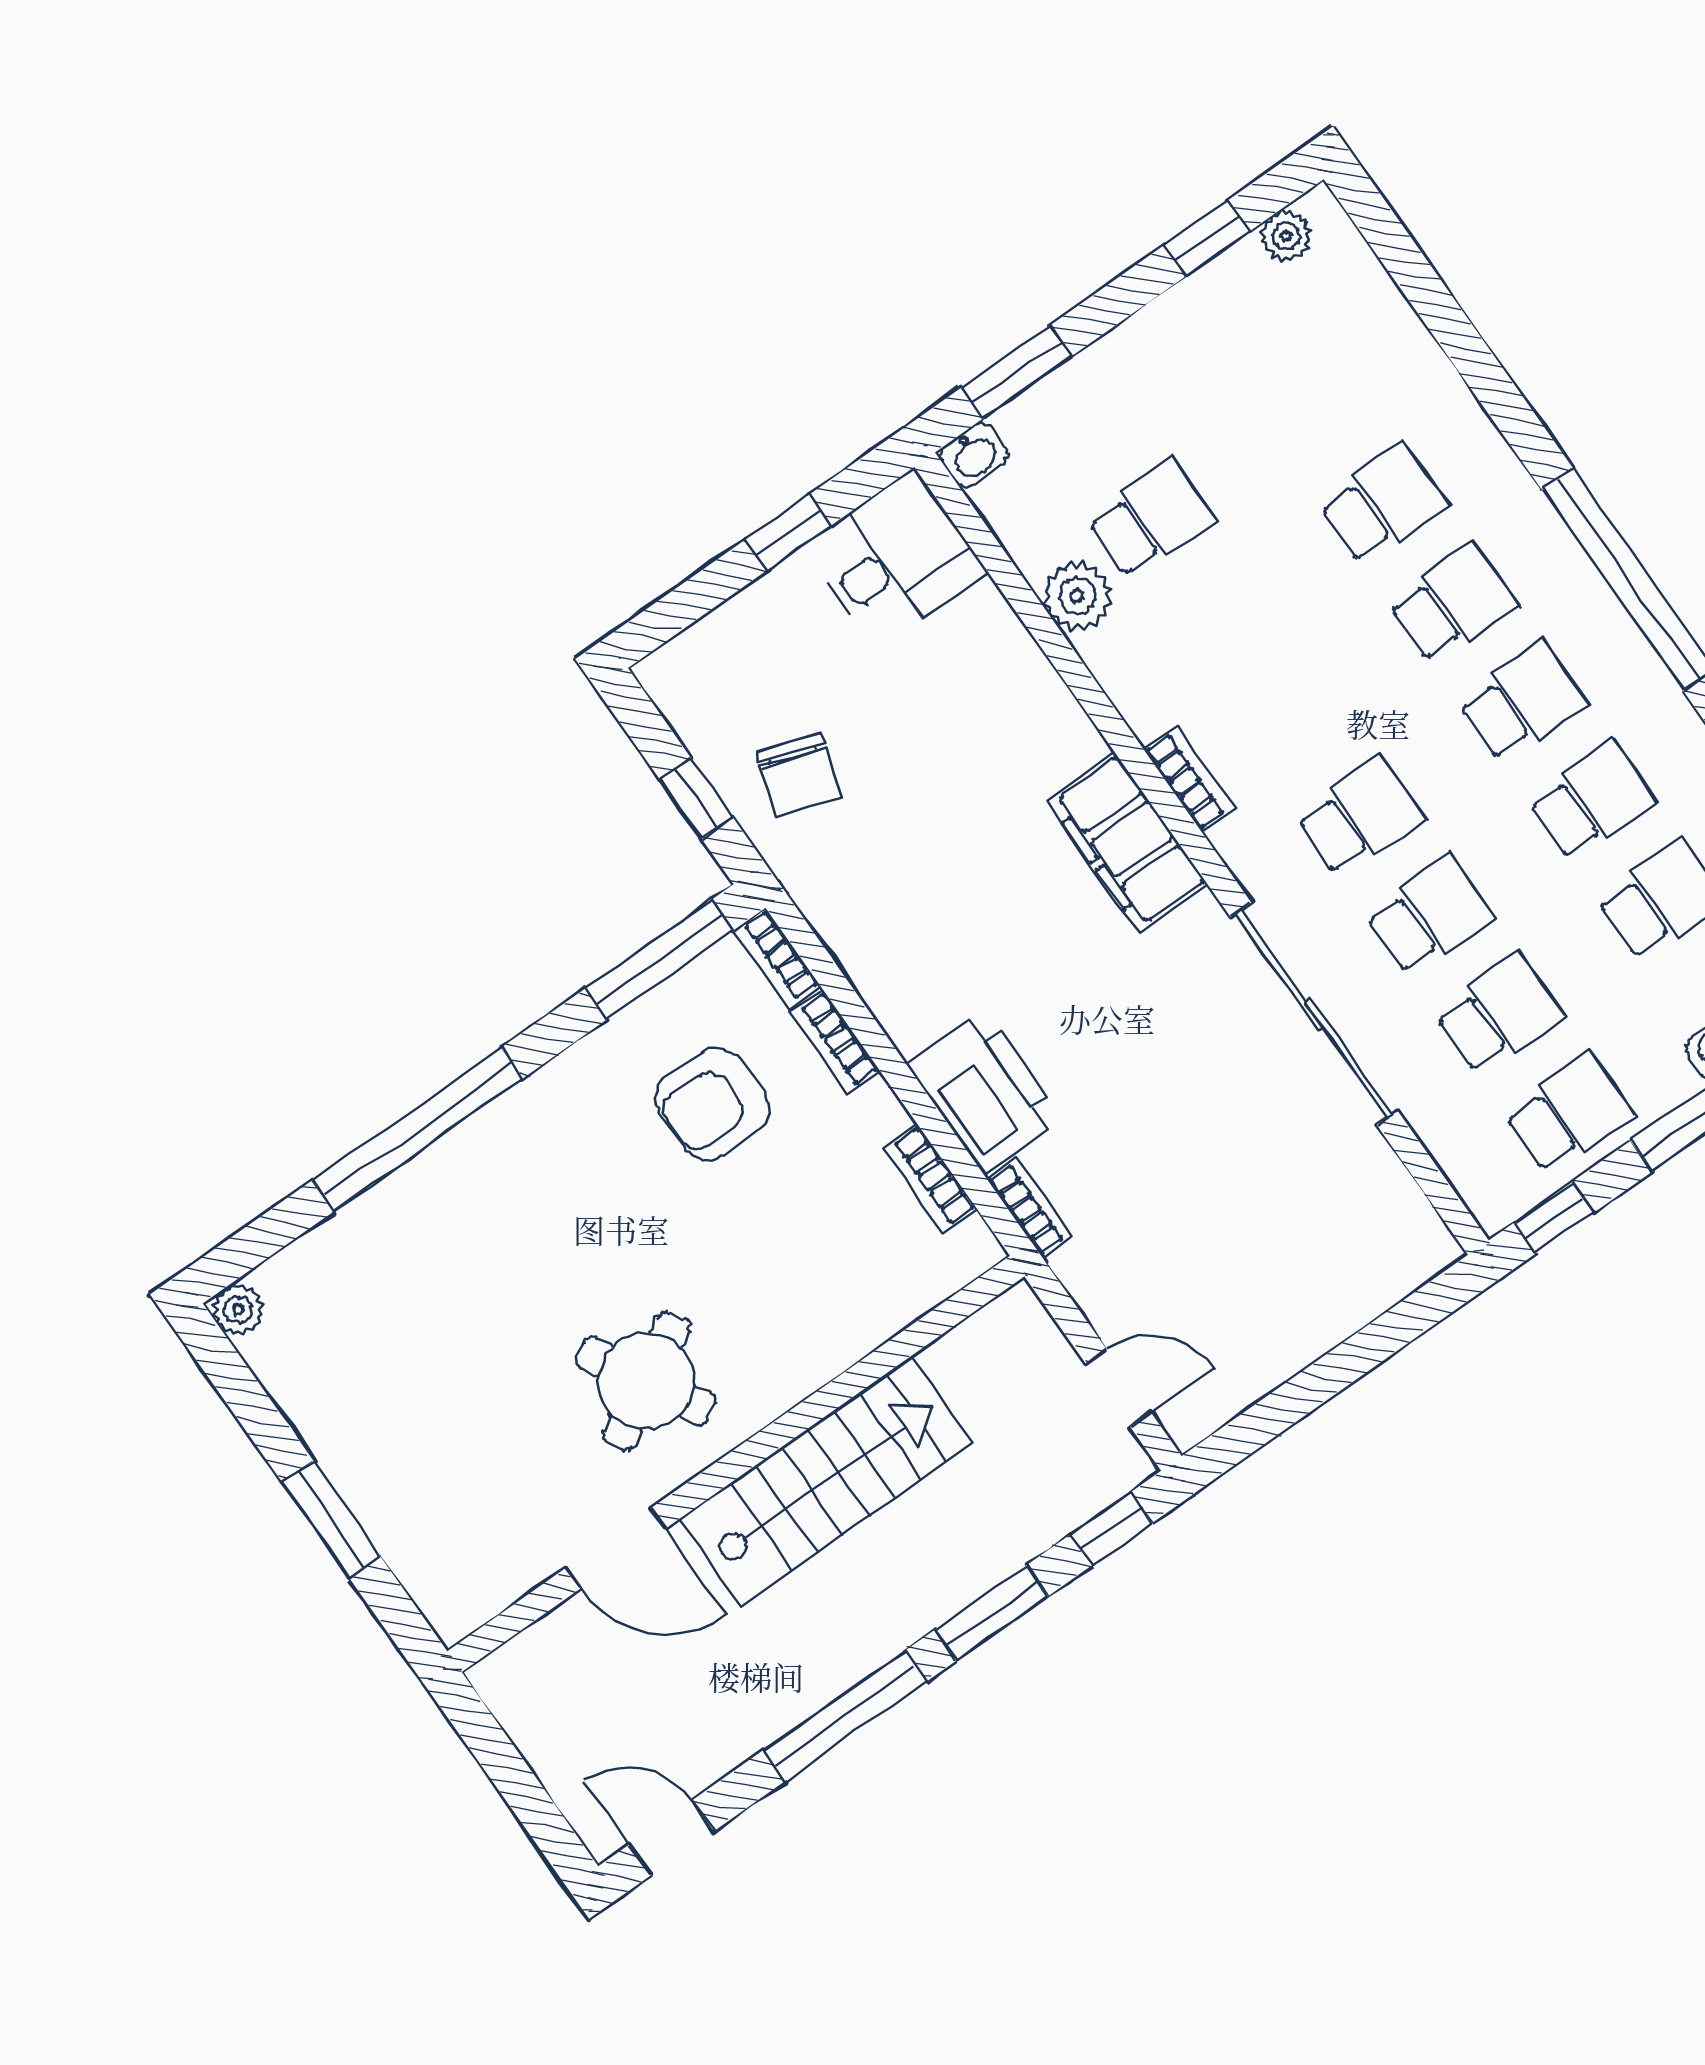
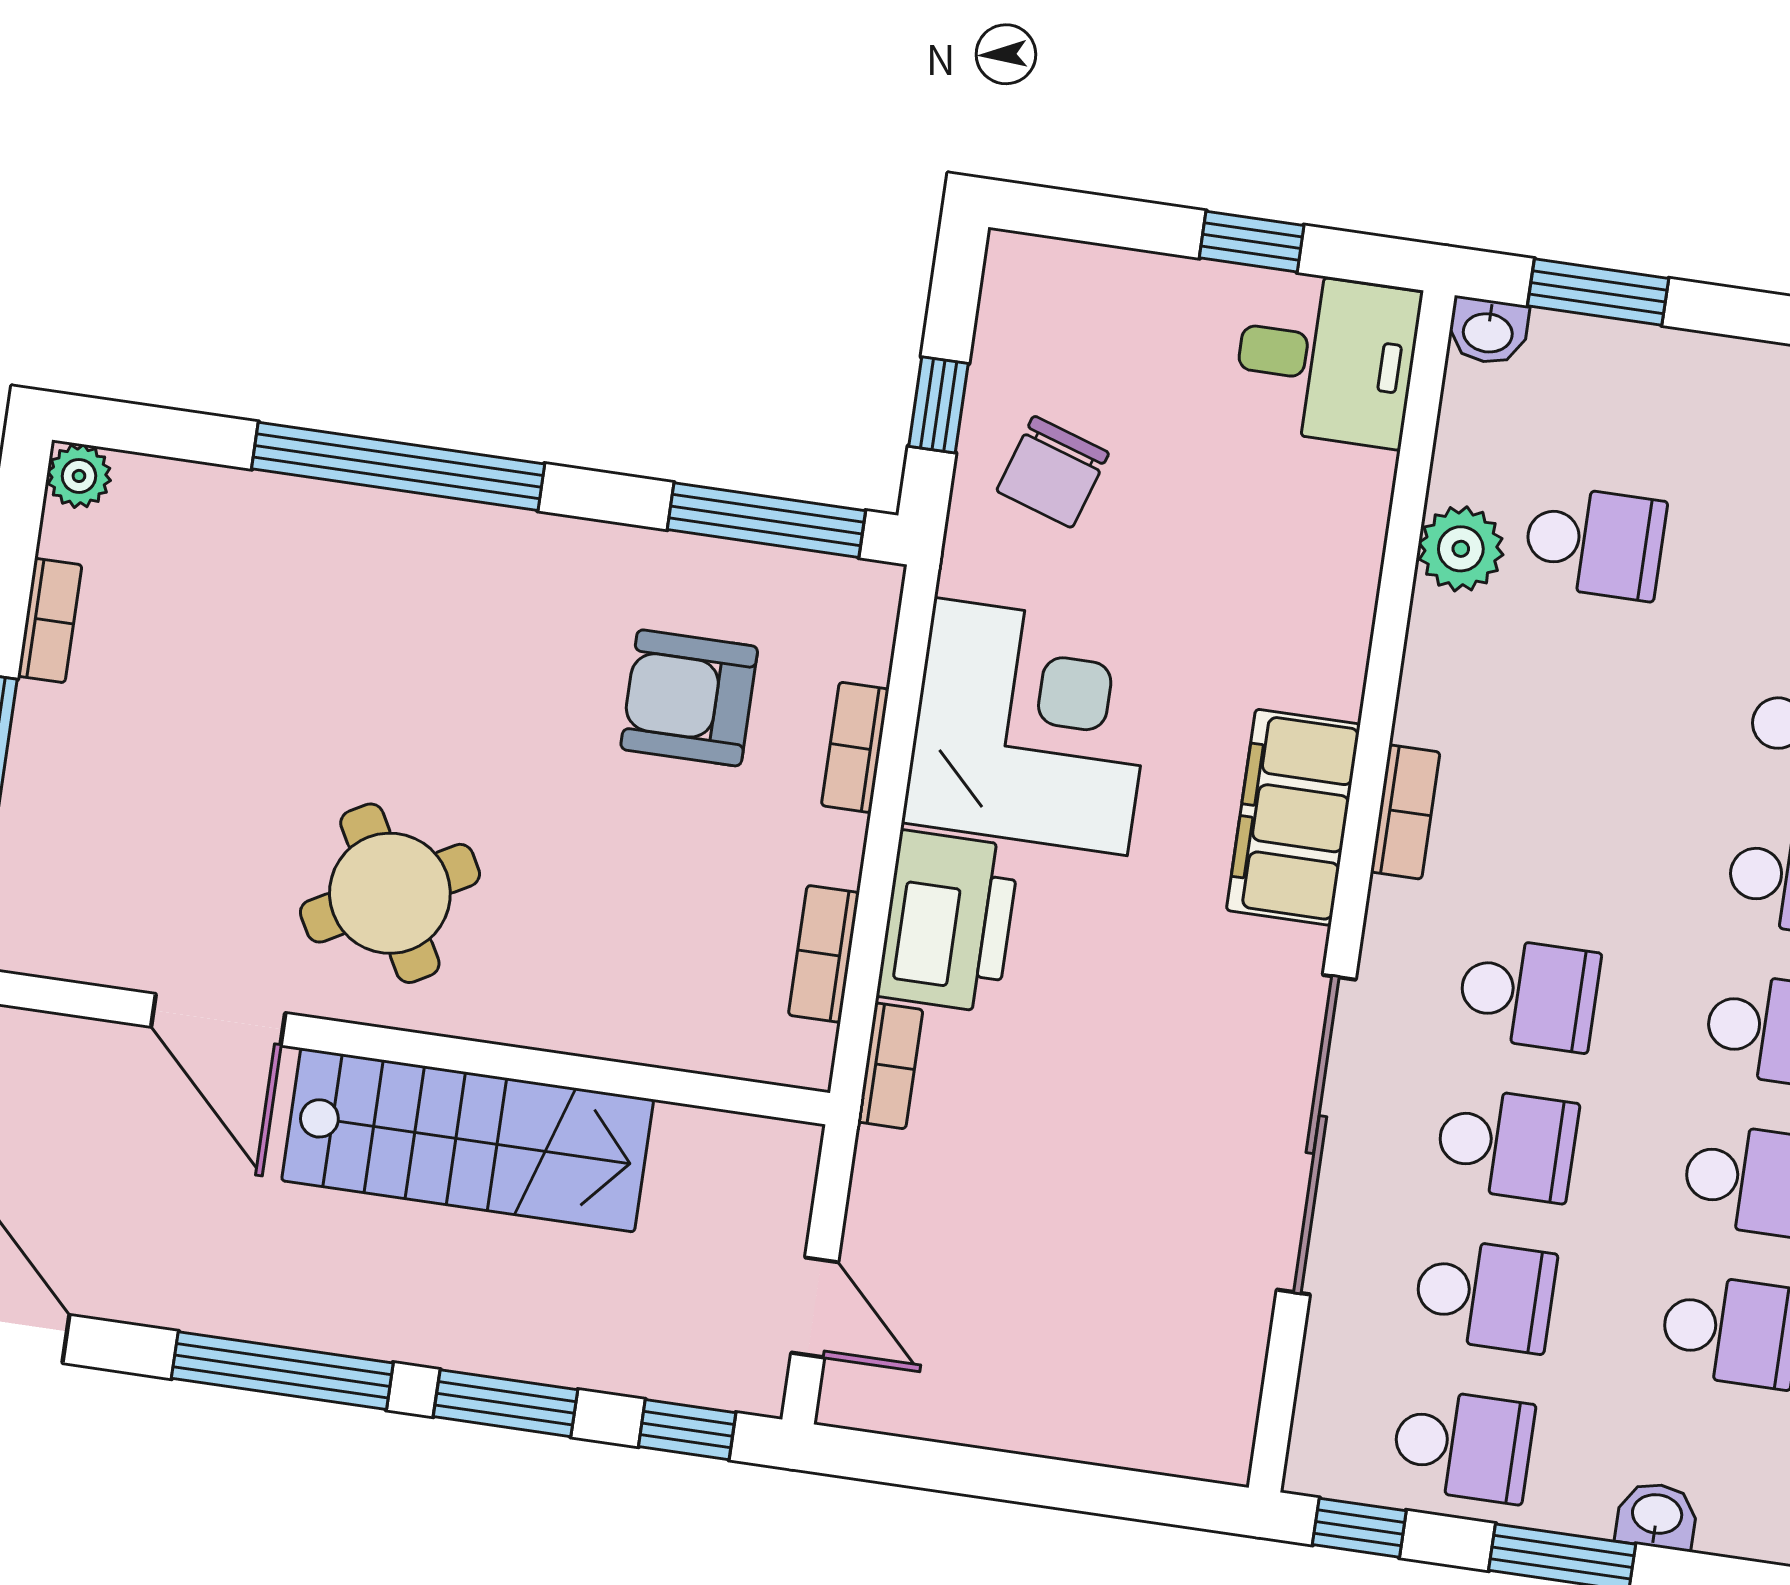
corner desk: (926, 934) -> (1031, 726), added
bookcase: (777, 958) -> (50, 620), moved, turned 180

